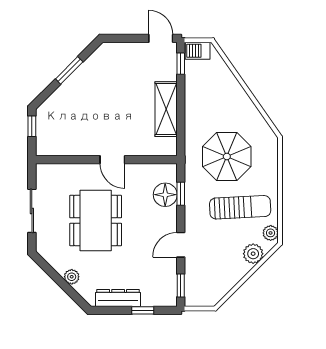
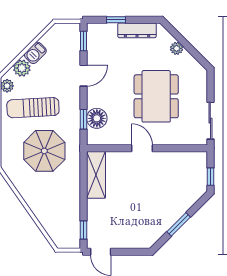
barbecue: (198, 51) -> (35, 53), moved, turned 135
shelving: (166, 109) -> (96, 175), moved
sliding door: (32, 211) -> (210, 121), moved

